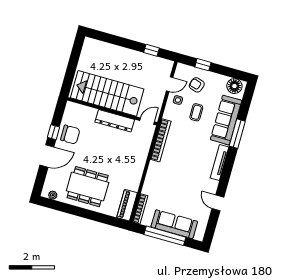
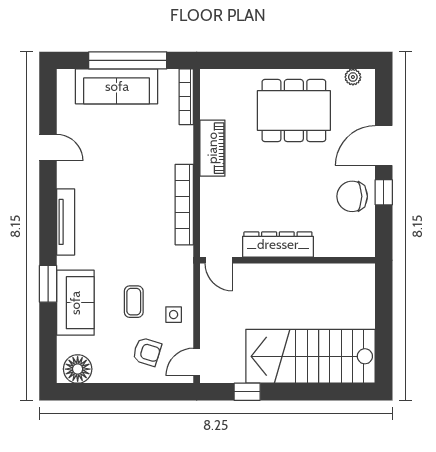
window: (203, 65) -> (146, 392), removed
door: (170, 84) -> (197, 362), moved
stairs: (107, 93) -> (311, 356), moved, turned 180
sofa: (226, 120) -> (75, 303), width x0.73
door: (147, 121) -> (219, 260), hinge flipped
window: (237, 134) -> (48, 284), width x0.69
bookcase: (161, 140) -> (184, 205), moved
piano: (127, 205) -> (212, 148), moved

